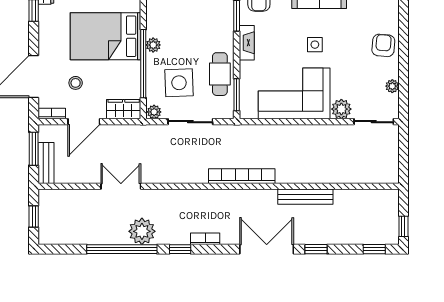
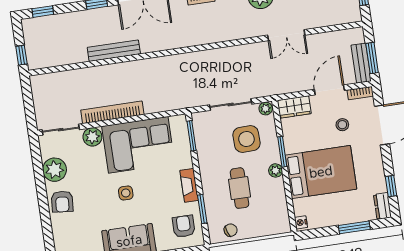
window: (143, 64) -> (282, 152), width x0.47
cafe table: (220, 74) -> (240, 188), moved
plant: (392, 86) -> (55, 170), width x1.87, depth x1.87
bench: (46, 163) -> (361, 63), moved
bookcase: (242, 176) -> (112, 112), moved, turned 180
window: (403, 226) -> (21, 55), moved

